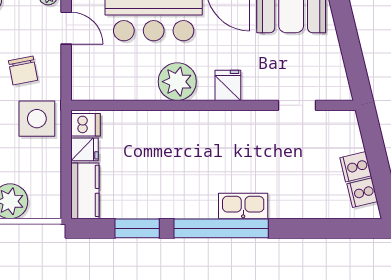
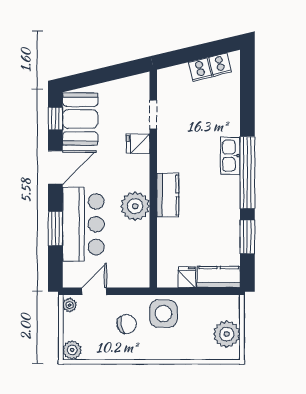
fridge: (228, 85) -> (138, 144), moved
kitchen counter: (192, 124) -> (168, 195), added
dishwasher: (85, 125) -> (168, 276), removed

